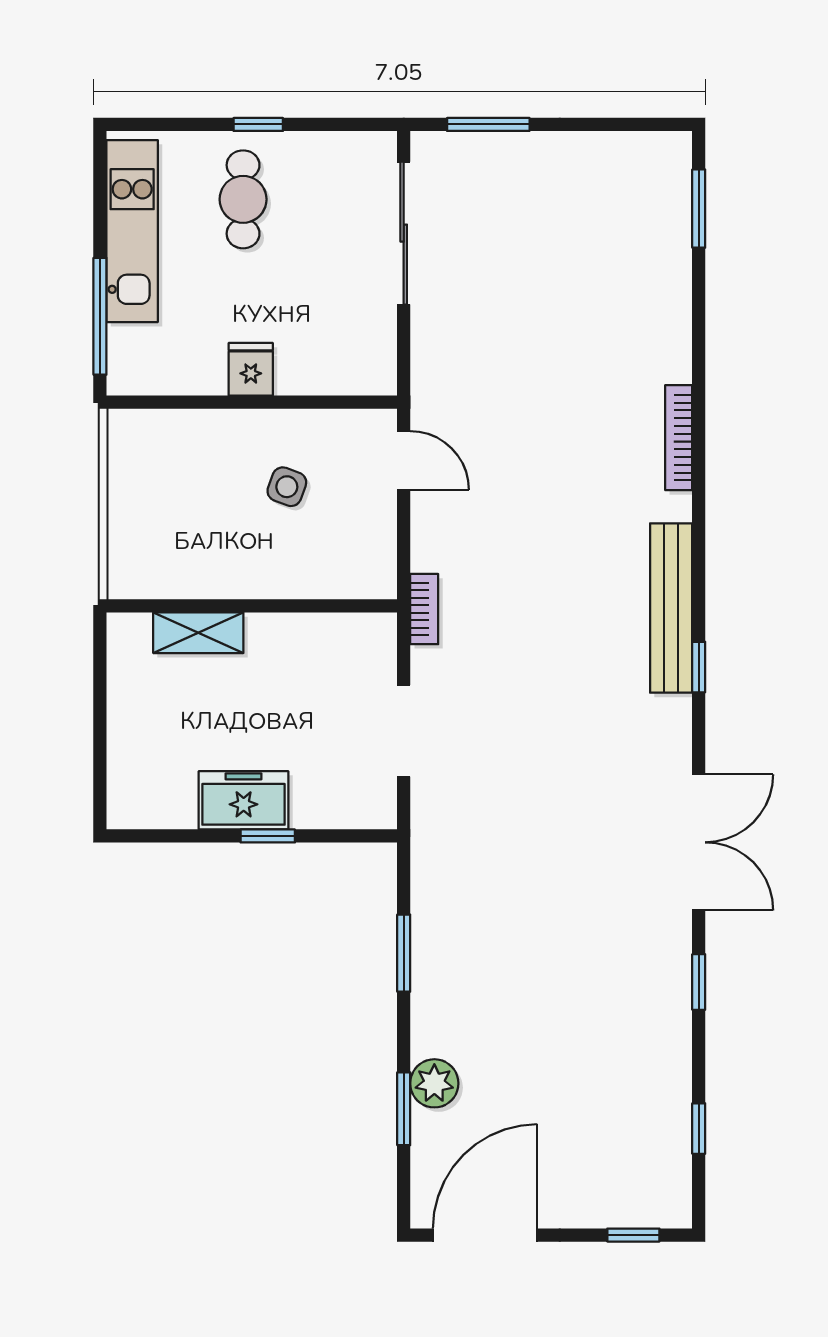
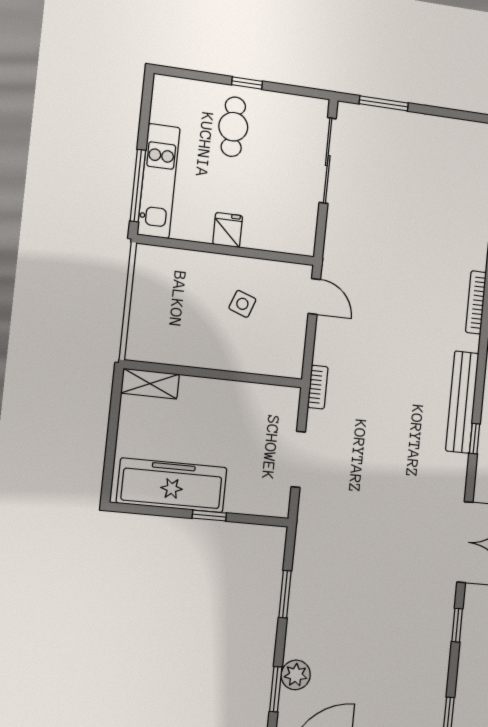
kitchen unit: (132, 231) -> (159, 181), moved
shelving: (198, 633) -> (150, 384), moved
freezer: (244, 800) -> (172, 485), width x1.91, depth x1.26

